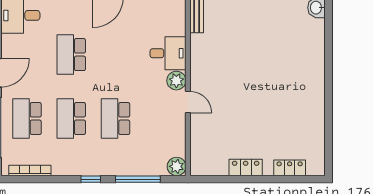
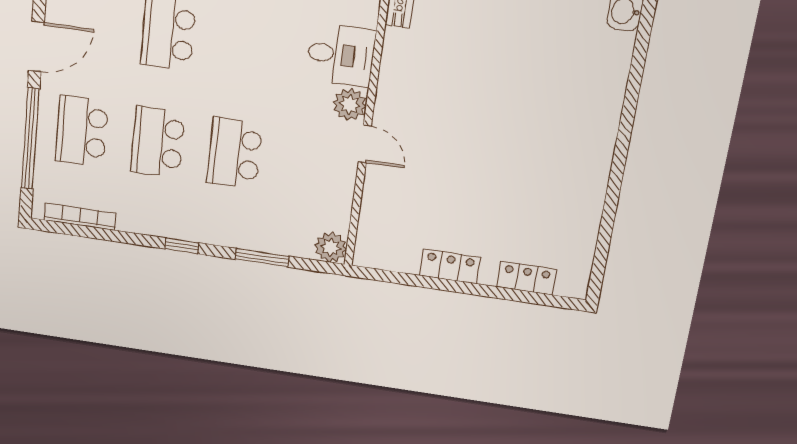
window: (138, 179) -> (262, 258), width x0.69

